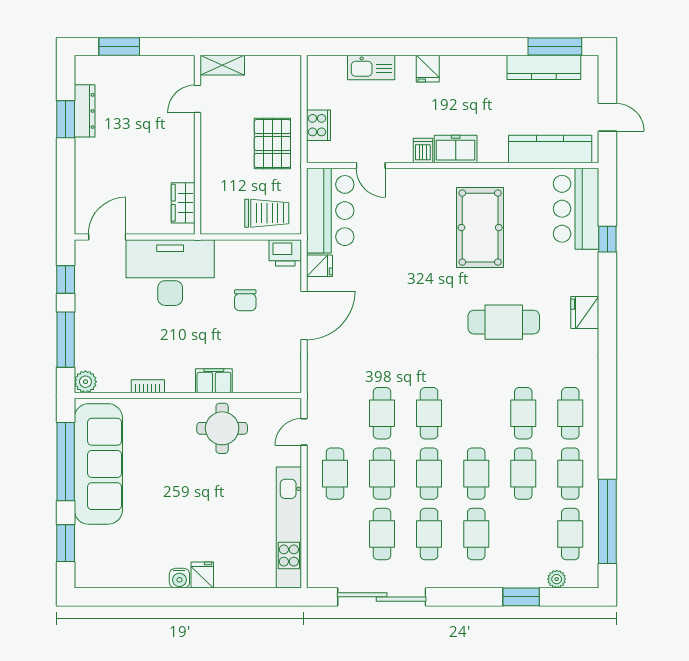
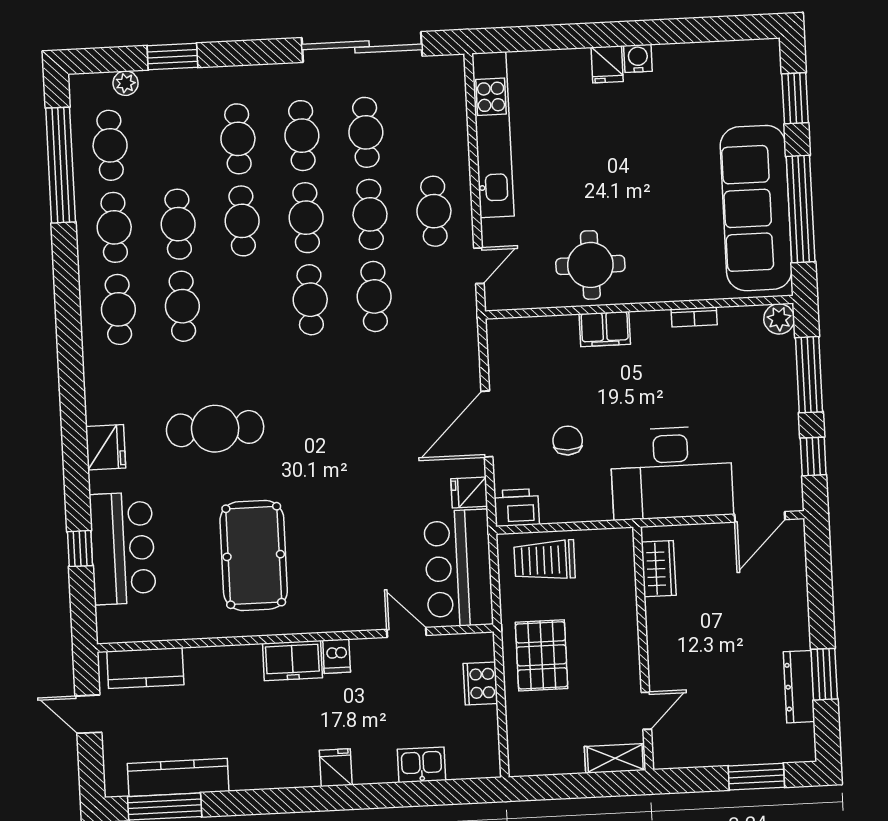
kitchen sink: (371, 68) -> (422, 765), width x0.73
kitchen counter: (550, 149) -> (145, 668), width x0.67
bar counter: (576, 209) -> (123, 548), moved

